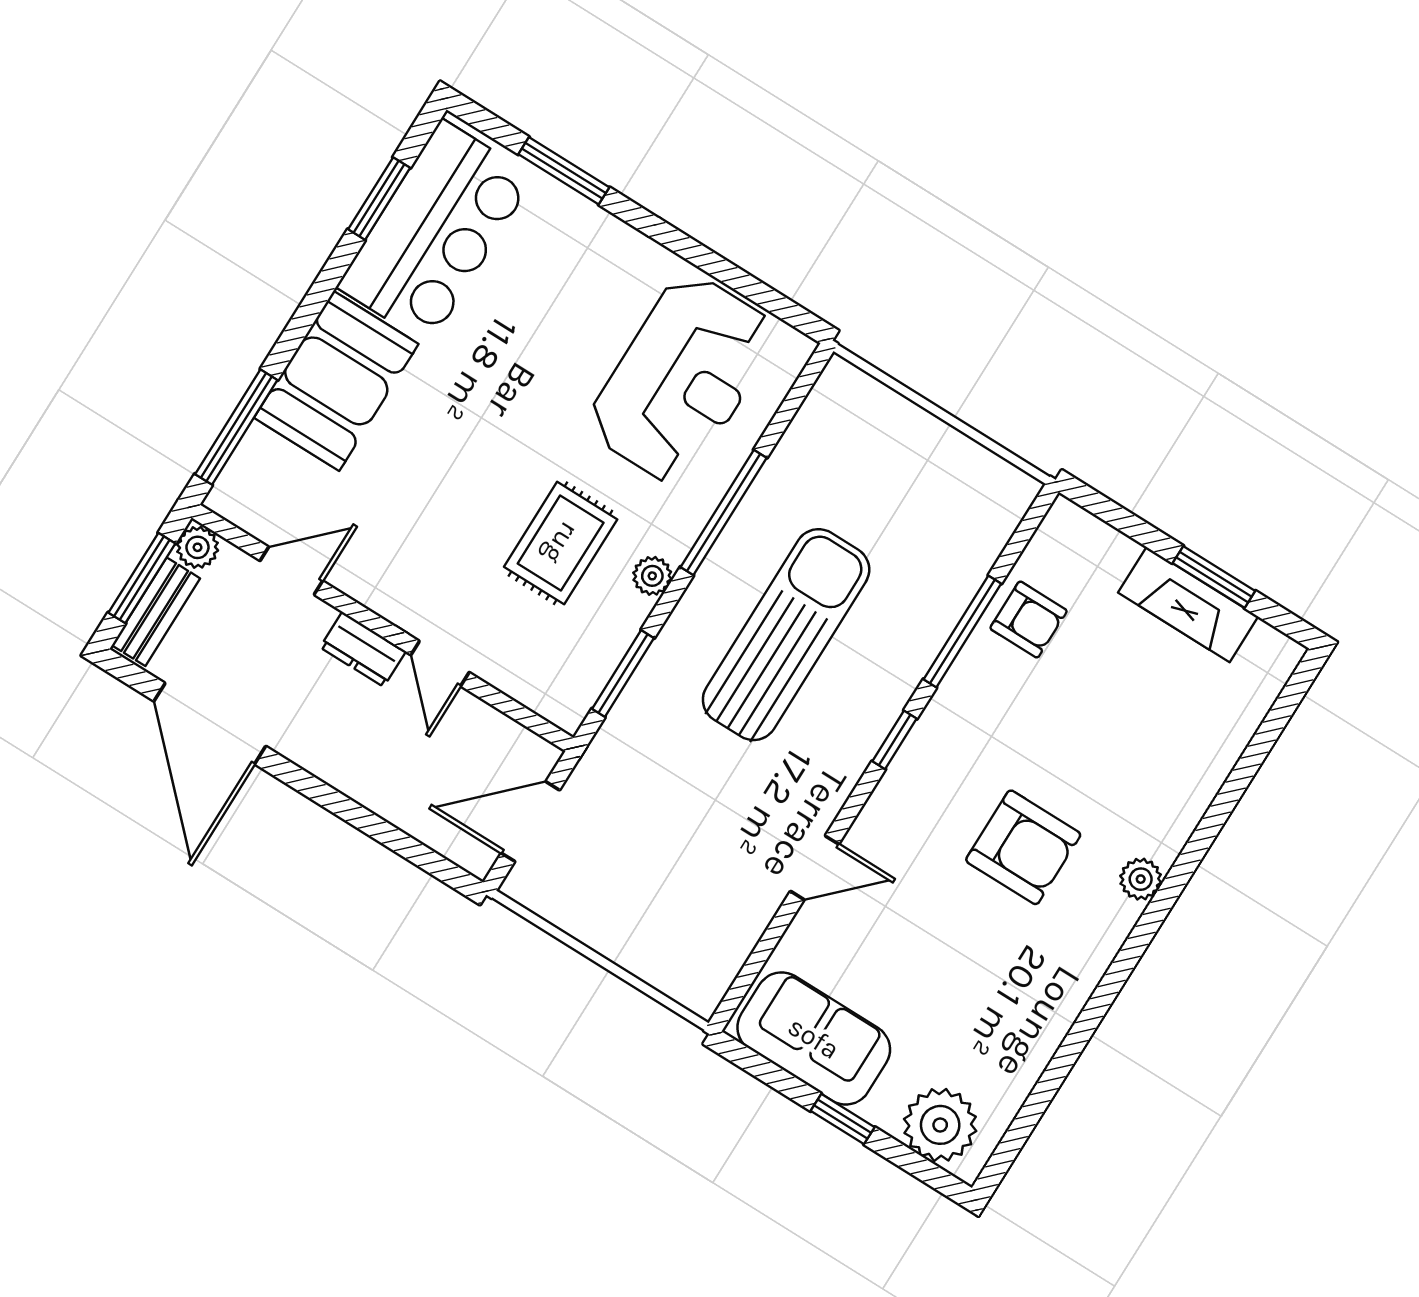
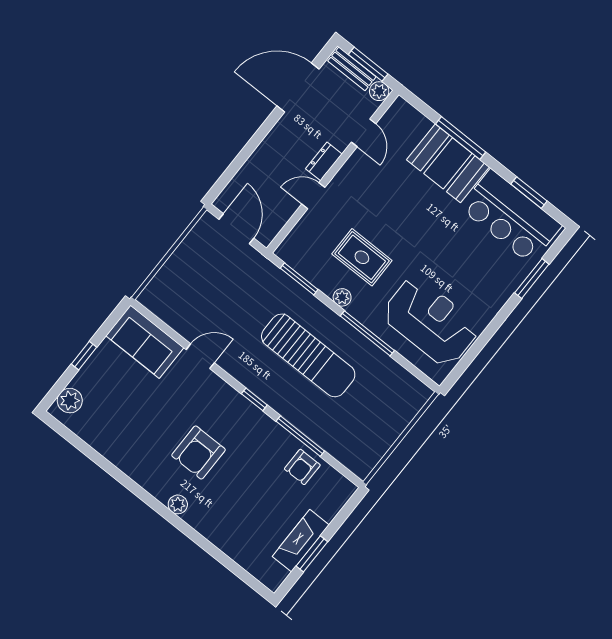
reception desk: (682, 379) -> (431, 321), turned 180
window: (236, 427) -> (461, 138), moved
door: (815, 868) -> (200, 356), swing flipped
sofa: (814, 1038) -> (145, 342), moved, turned 90
plant: (940, 1125) -> (70, 401), width x0.73, depth x0.73

